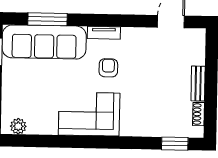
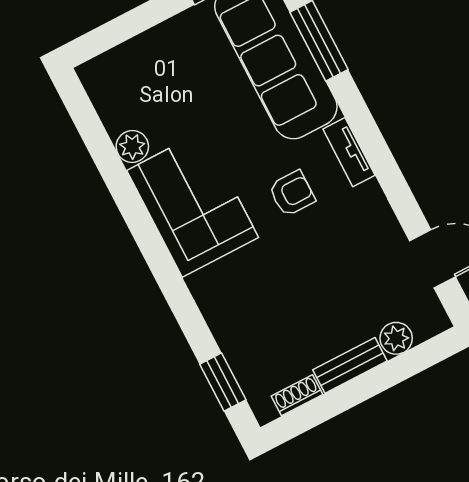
plant: (197, 57) -> (396, 338), added
plant: (18, 126) -> (132, 147), moved

